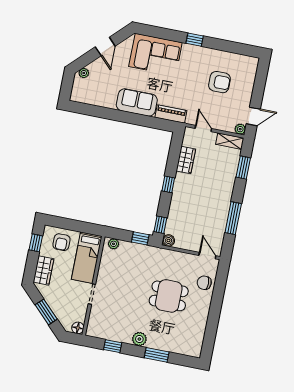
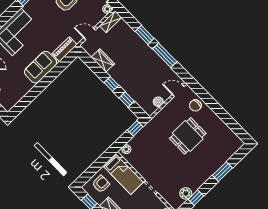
window: (243, 167) -> (145, 35), moved
window: (160, 225) -> (127, 99), moved
boiler: (168, 241) -> (158, 102), moved
armchair: (62, 242) -> (101, 184), turned -90
plant: (139, 339) -> (186, 193), moved

